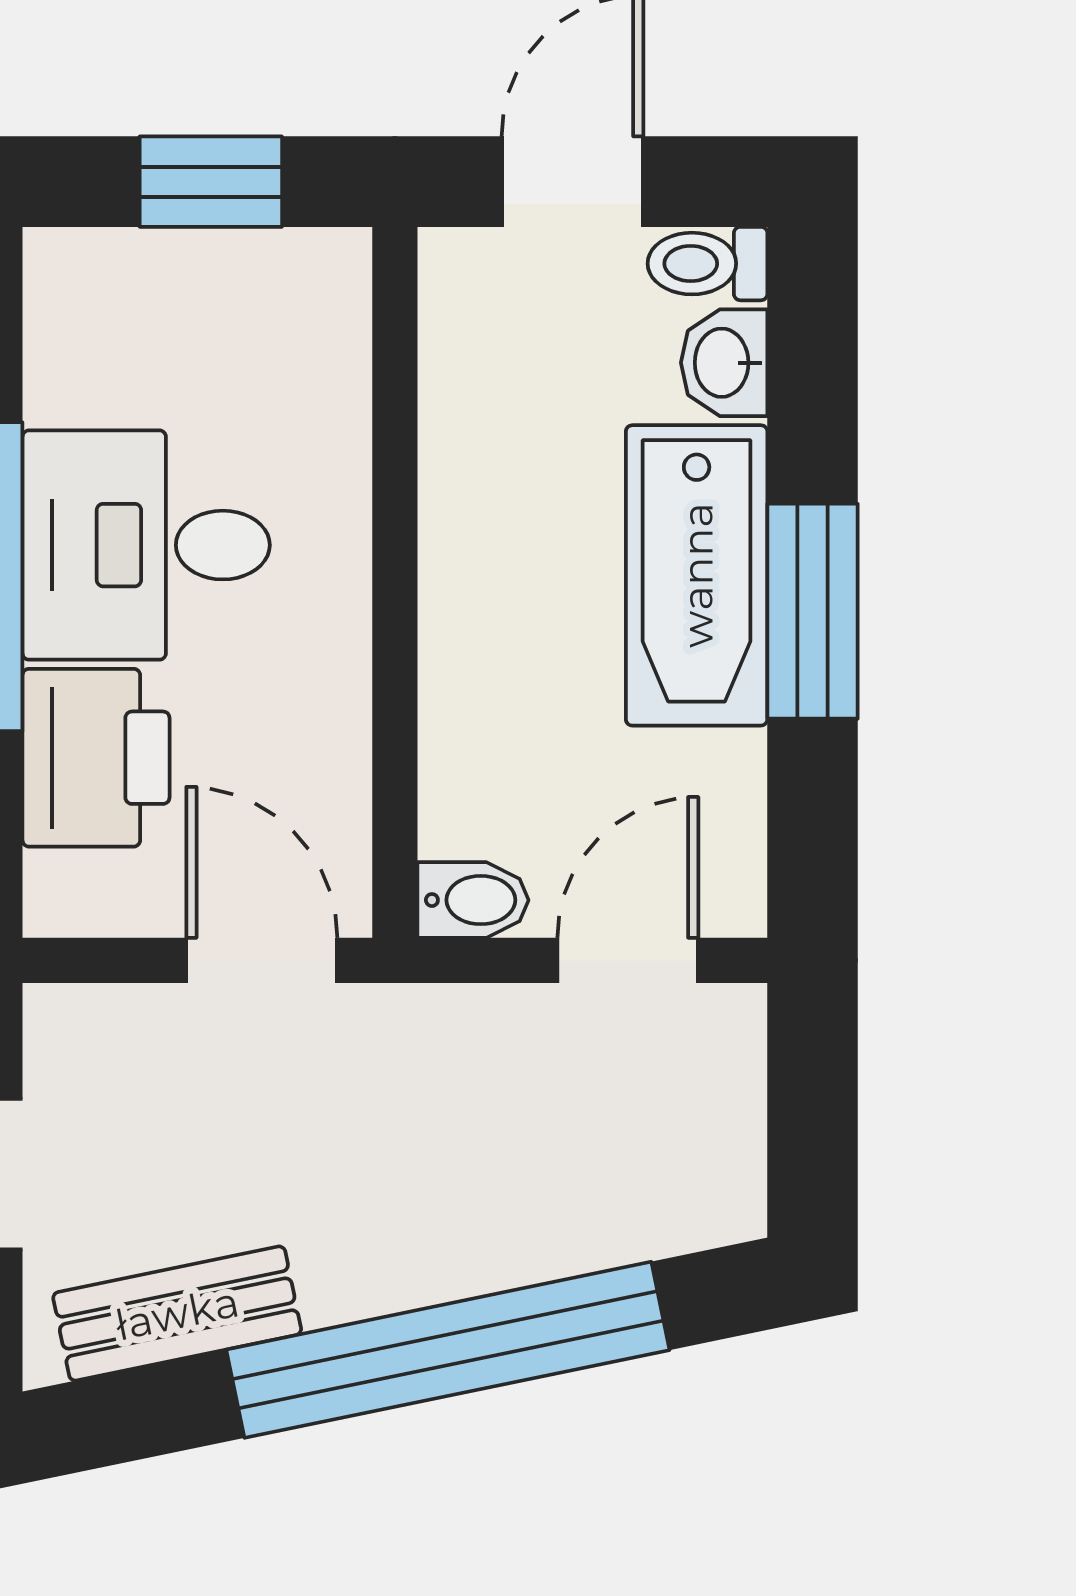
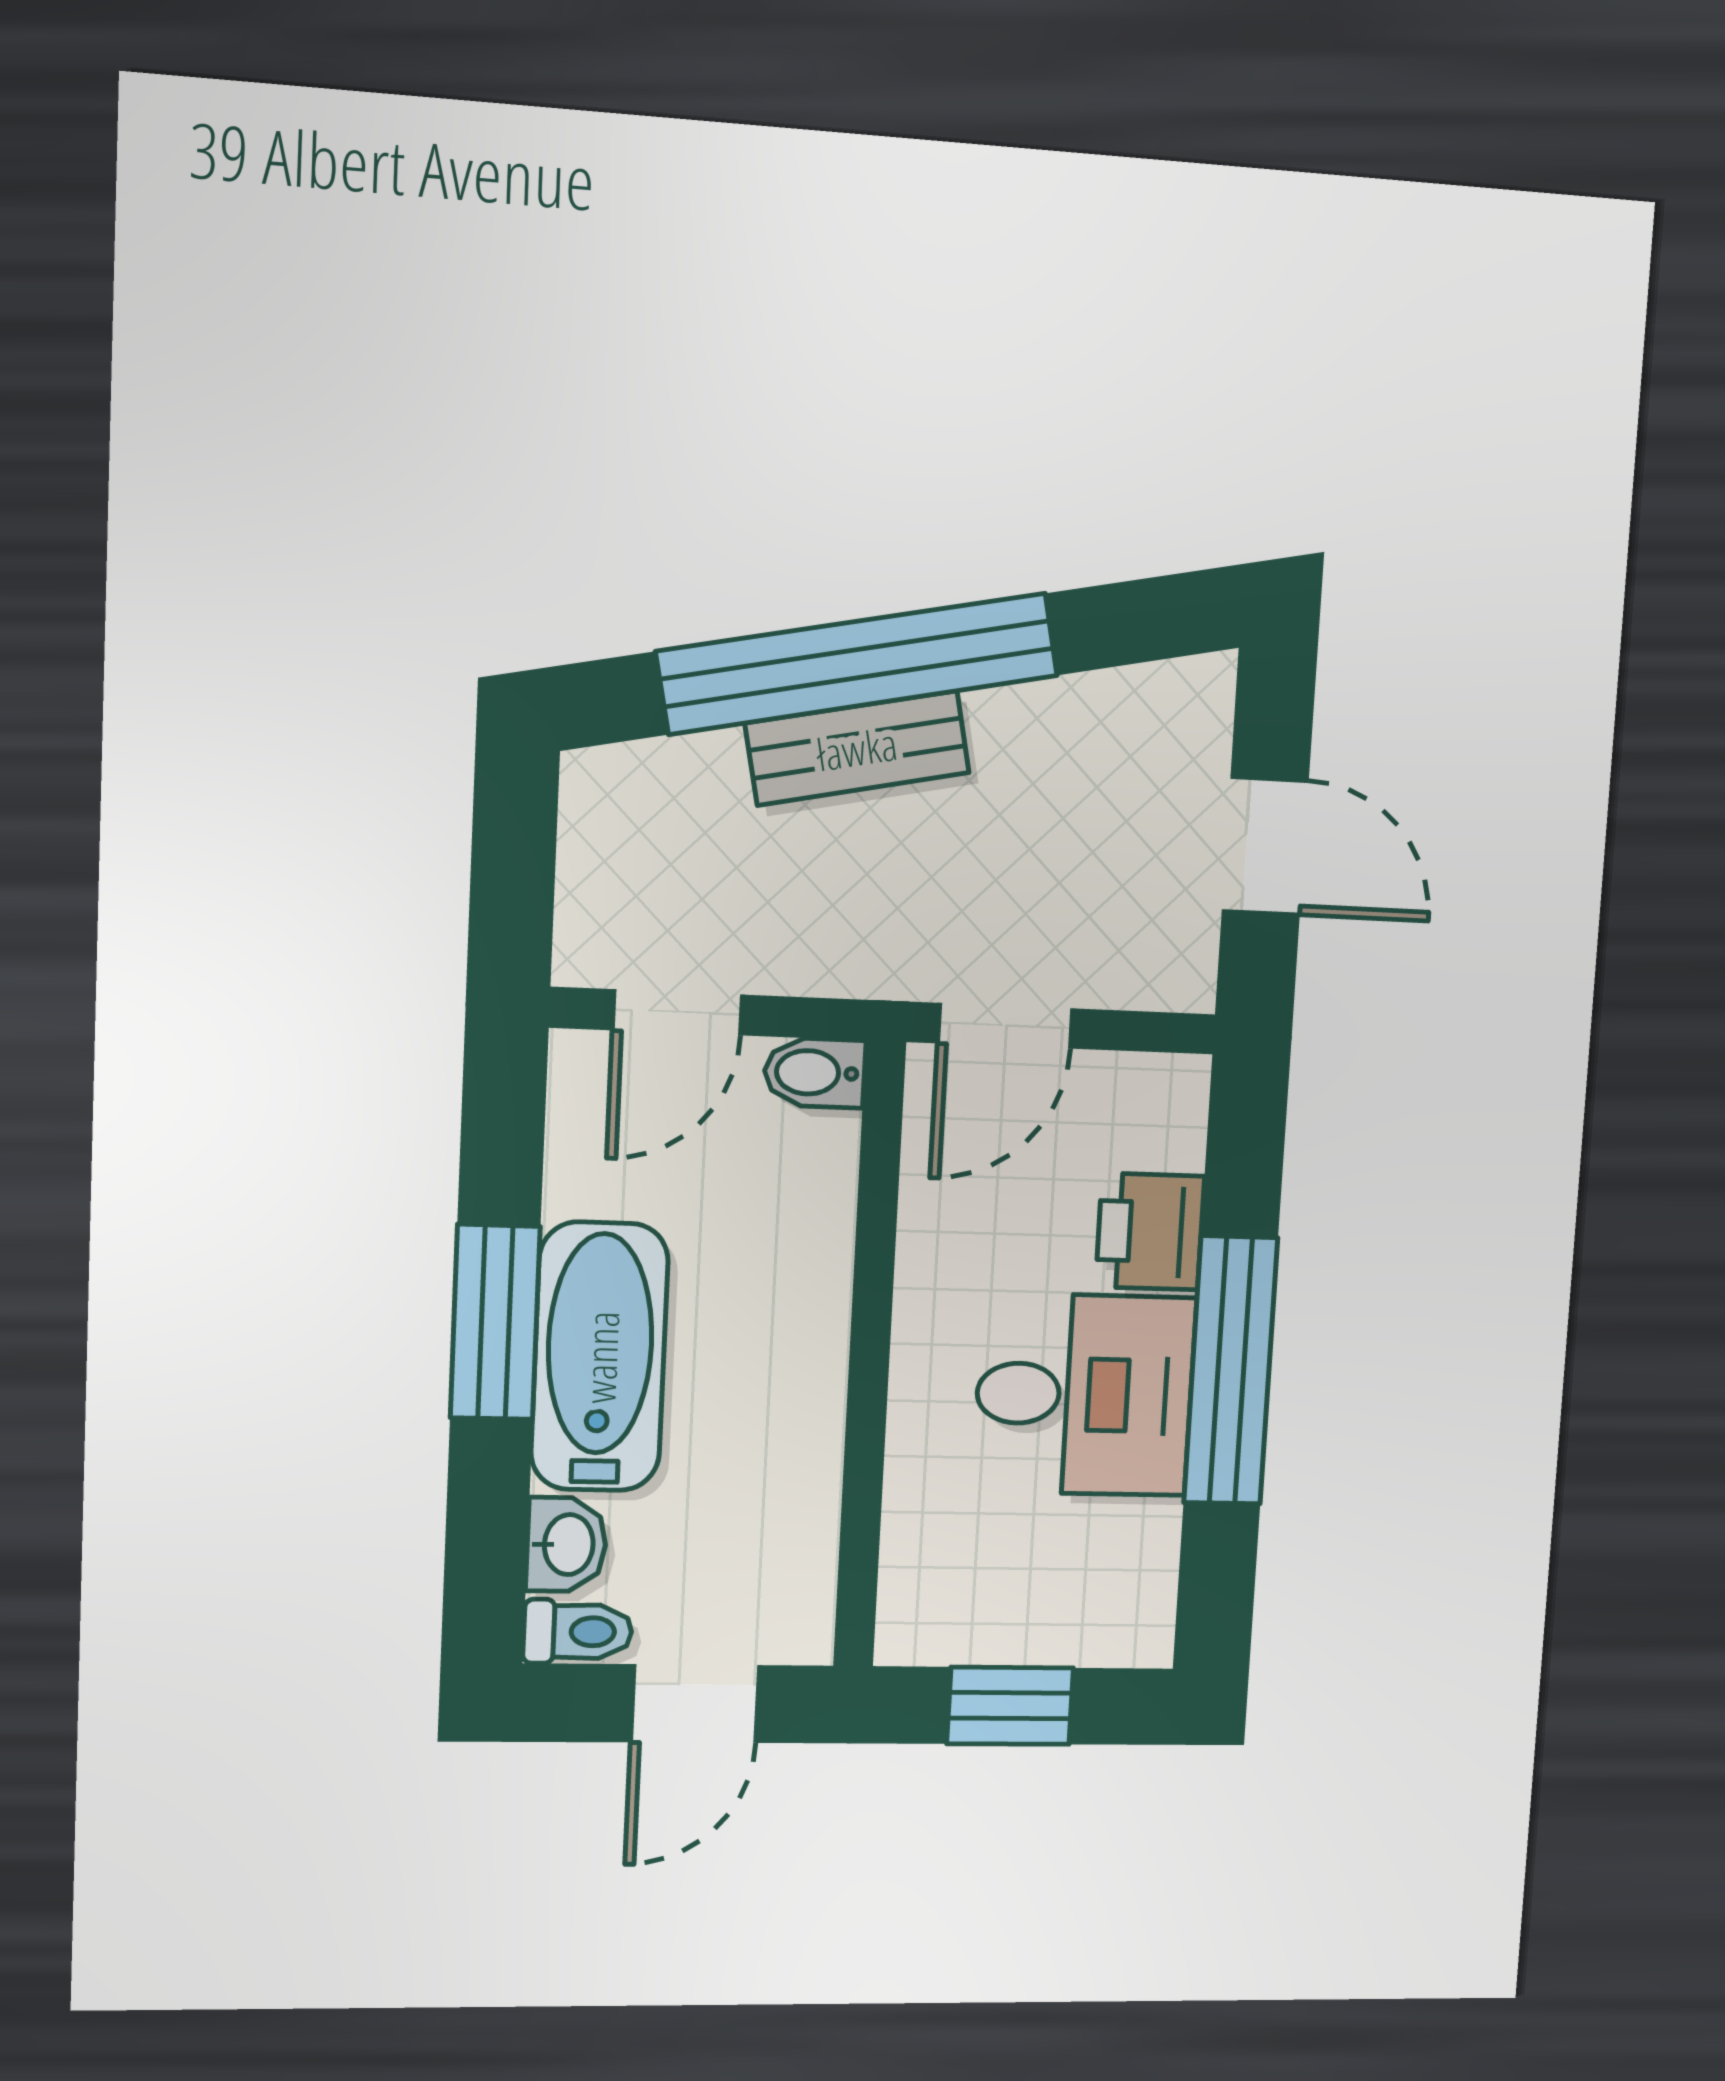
printer: (96, 758) -> (1150, 1232), width x0.73, depth x0.81
door: (262, 960) -> (1005, 1026), hinge flipped
bench: (177, 1313) -> (857, 748), moved

